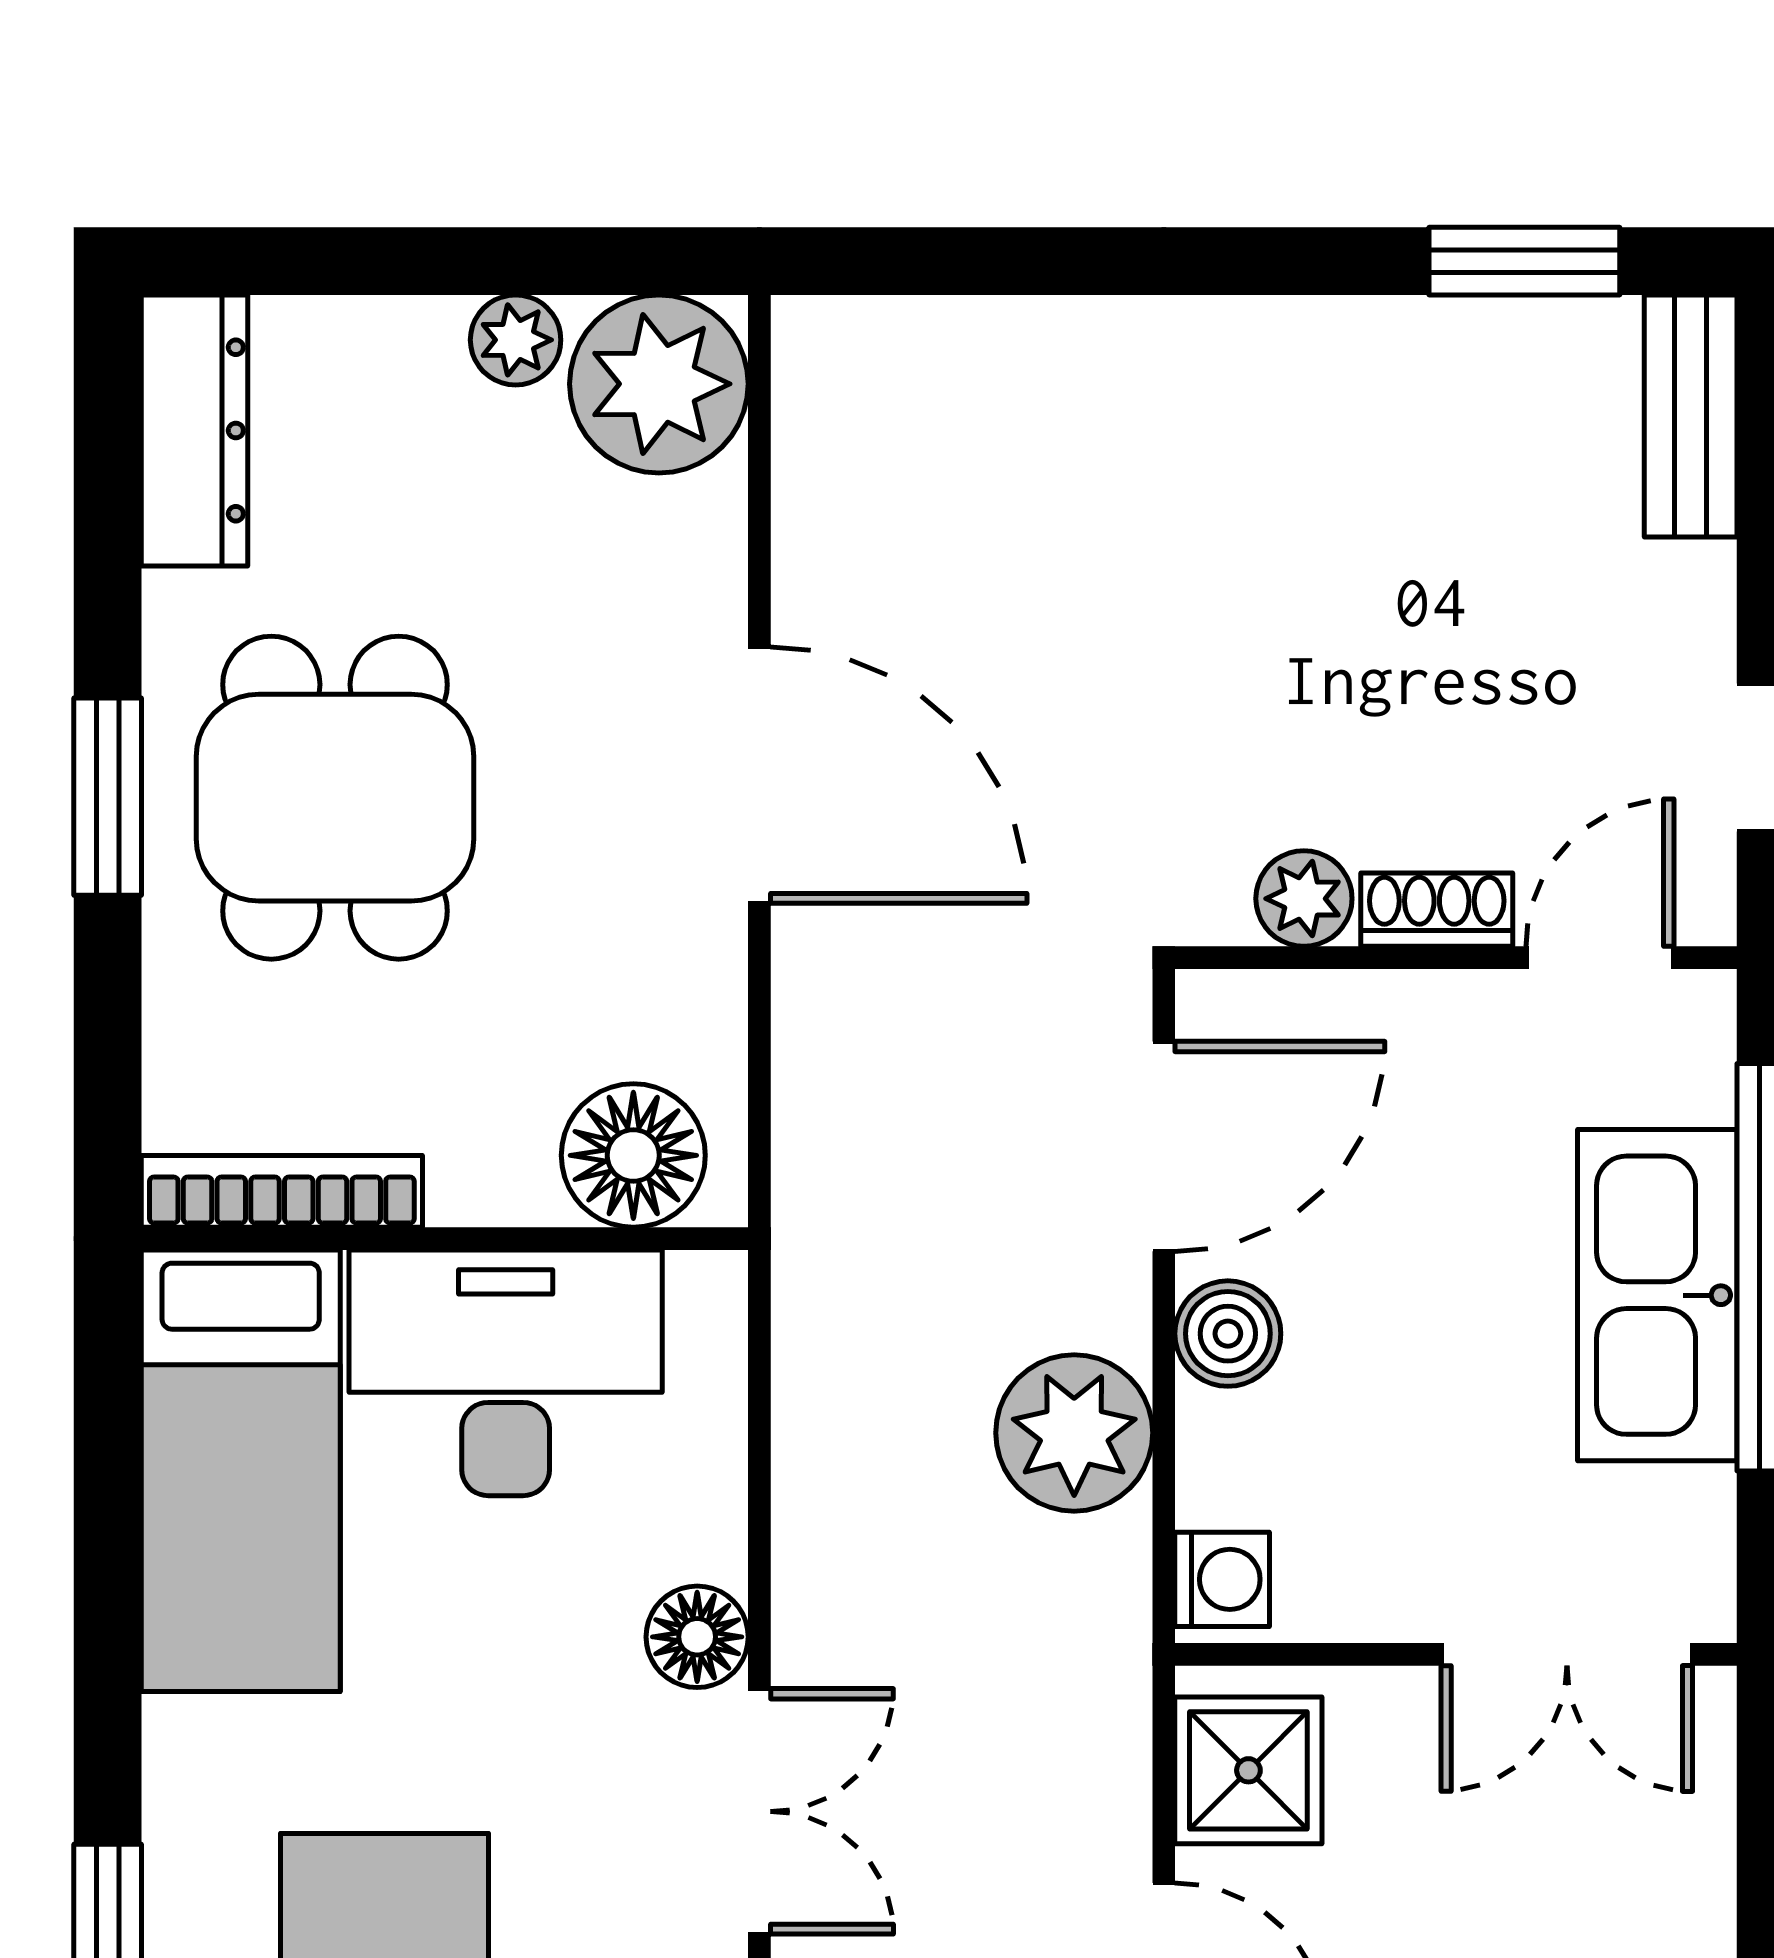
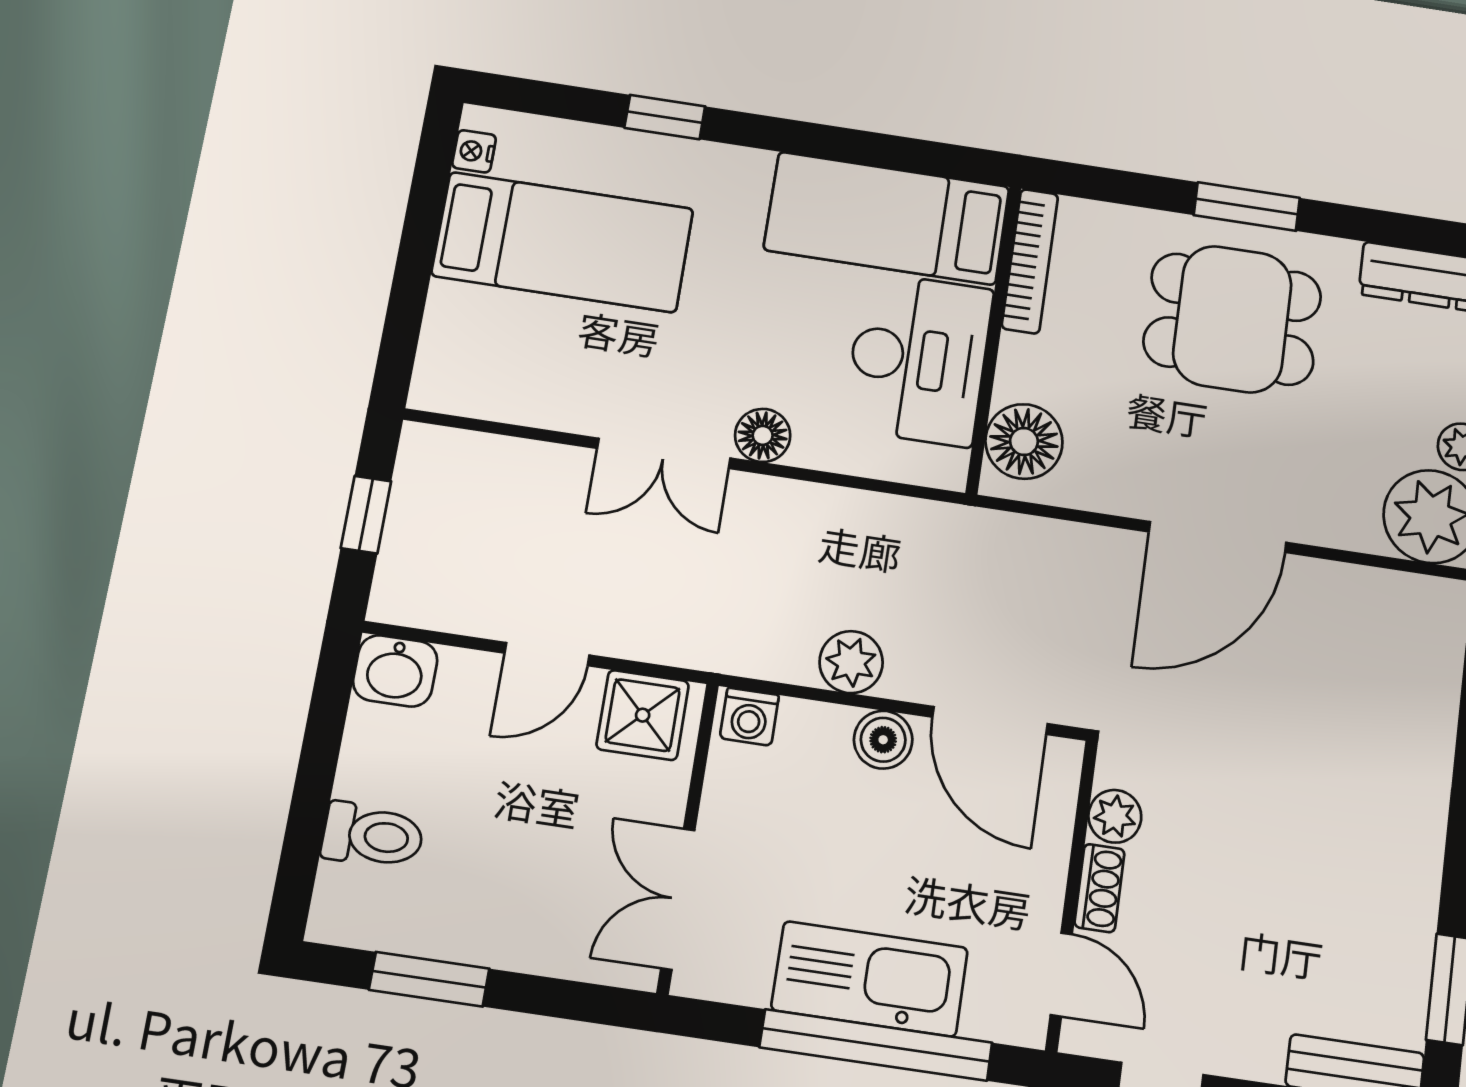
plant: (1074, 1433) -> (851, 662), width x0.73, depth x0.73

